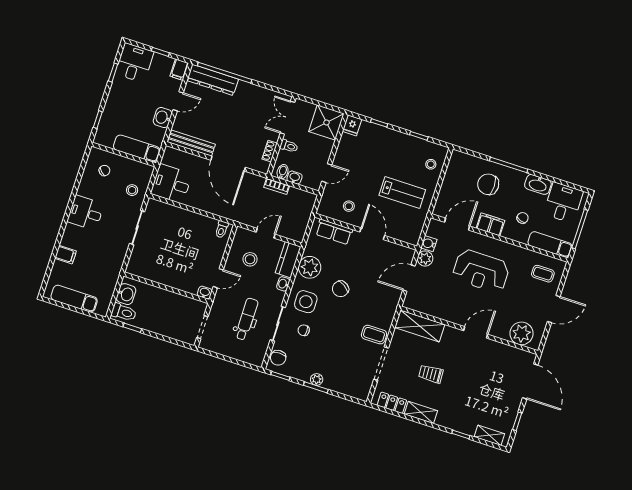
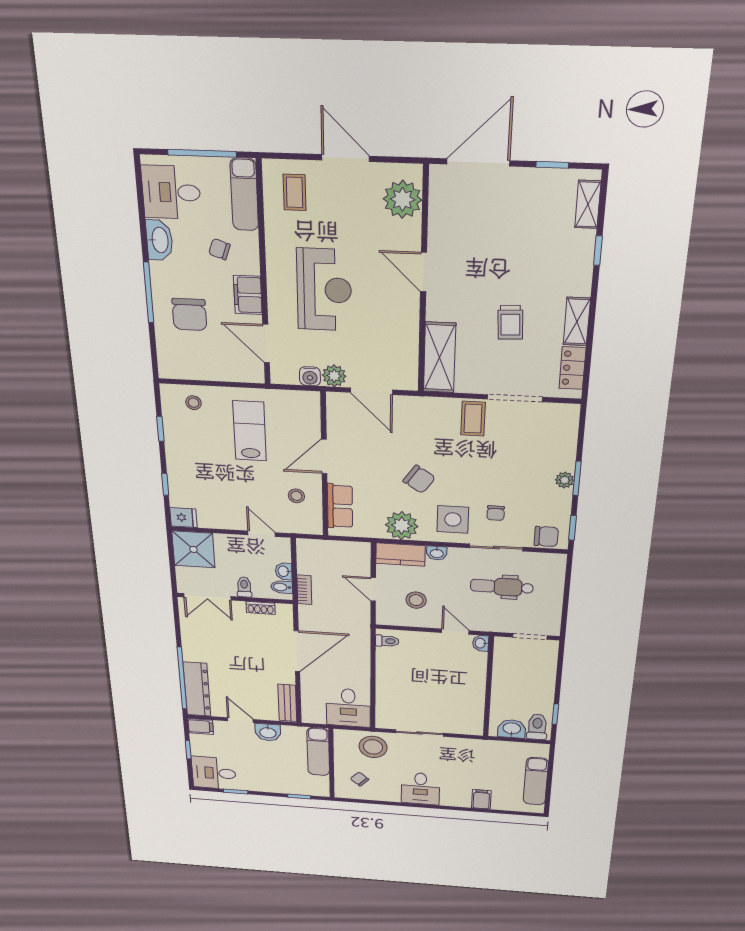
bench: (191, 143) -> (287, 703), width x0.73
stool: (132, 190) -> (373, 747), width x1.89, depth x1.89

